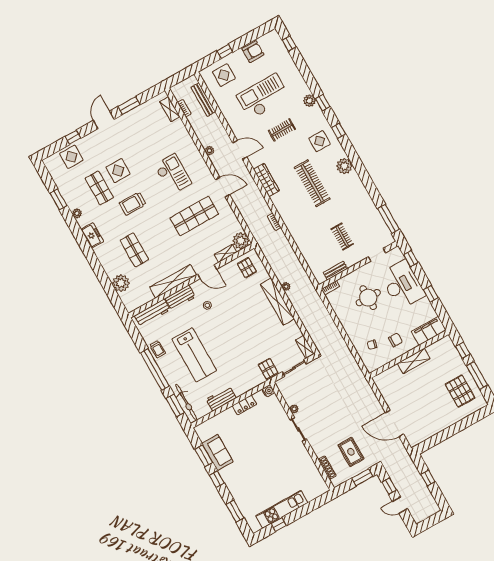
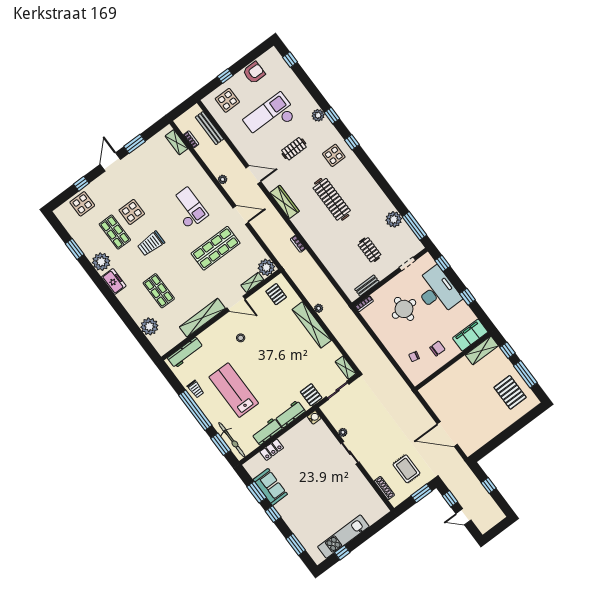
plant: (344, 166) -> (394, 219), moved
plant: (77, 213) -> (101, 262), width x1.88, depth x1.88
workbench: (180, 298) -> (290, 414), moved, turned 180
lab bench: (194, 355) -> (234, 390), turned 180
shelving: (414, 361) -> (482, 350), moved
locker: (244, 405) -> (272, 450), moved

